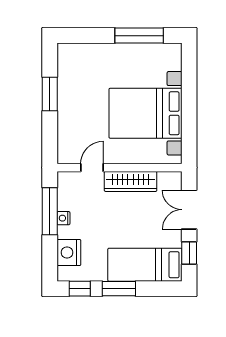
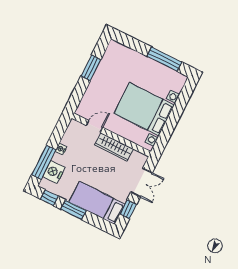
double door: (189, 210) -> (142, 183), swing flipped
window: (50, 211) -> (44, 162), moved

